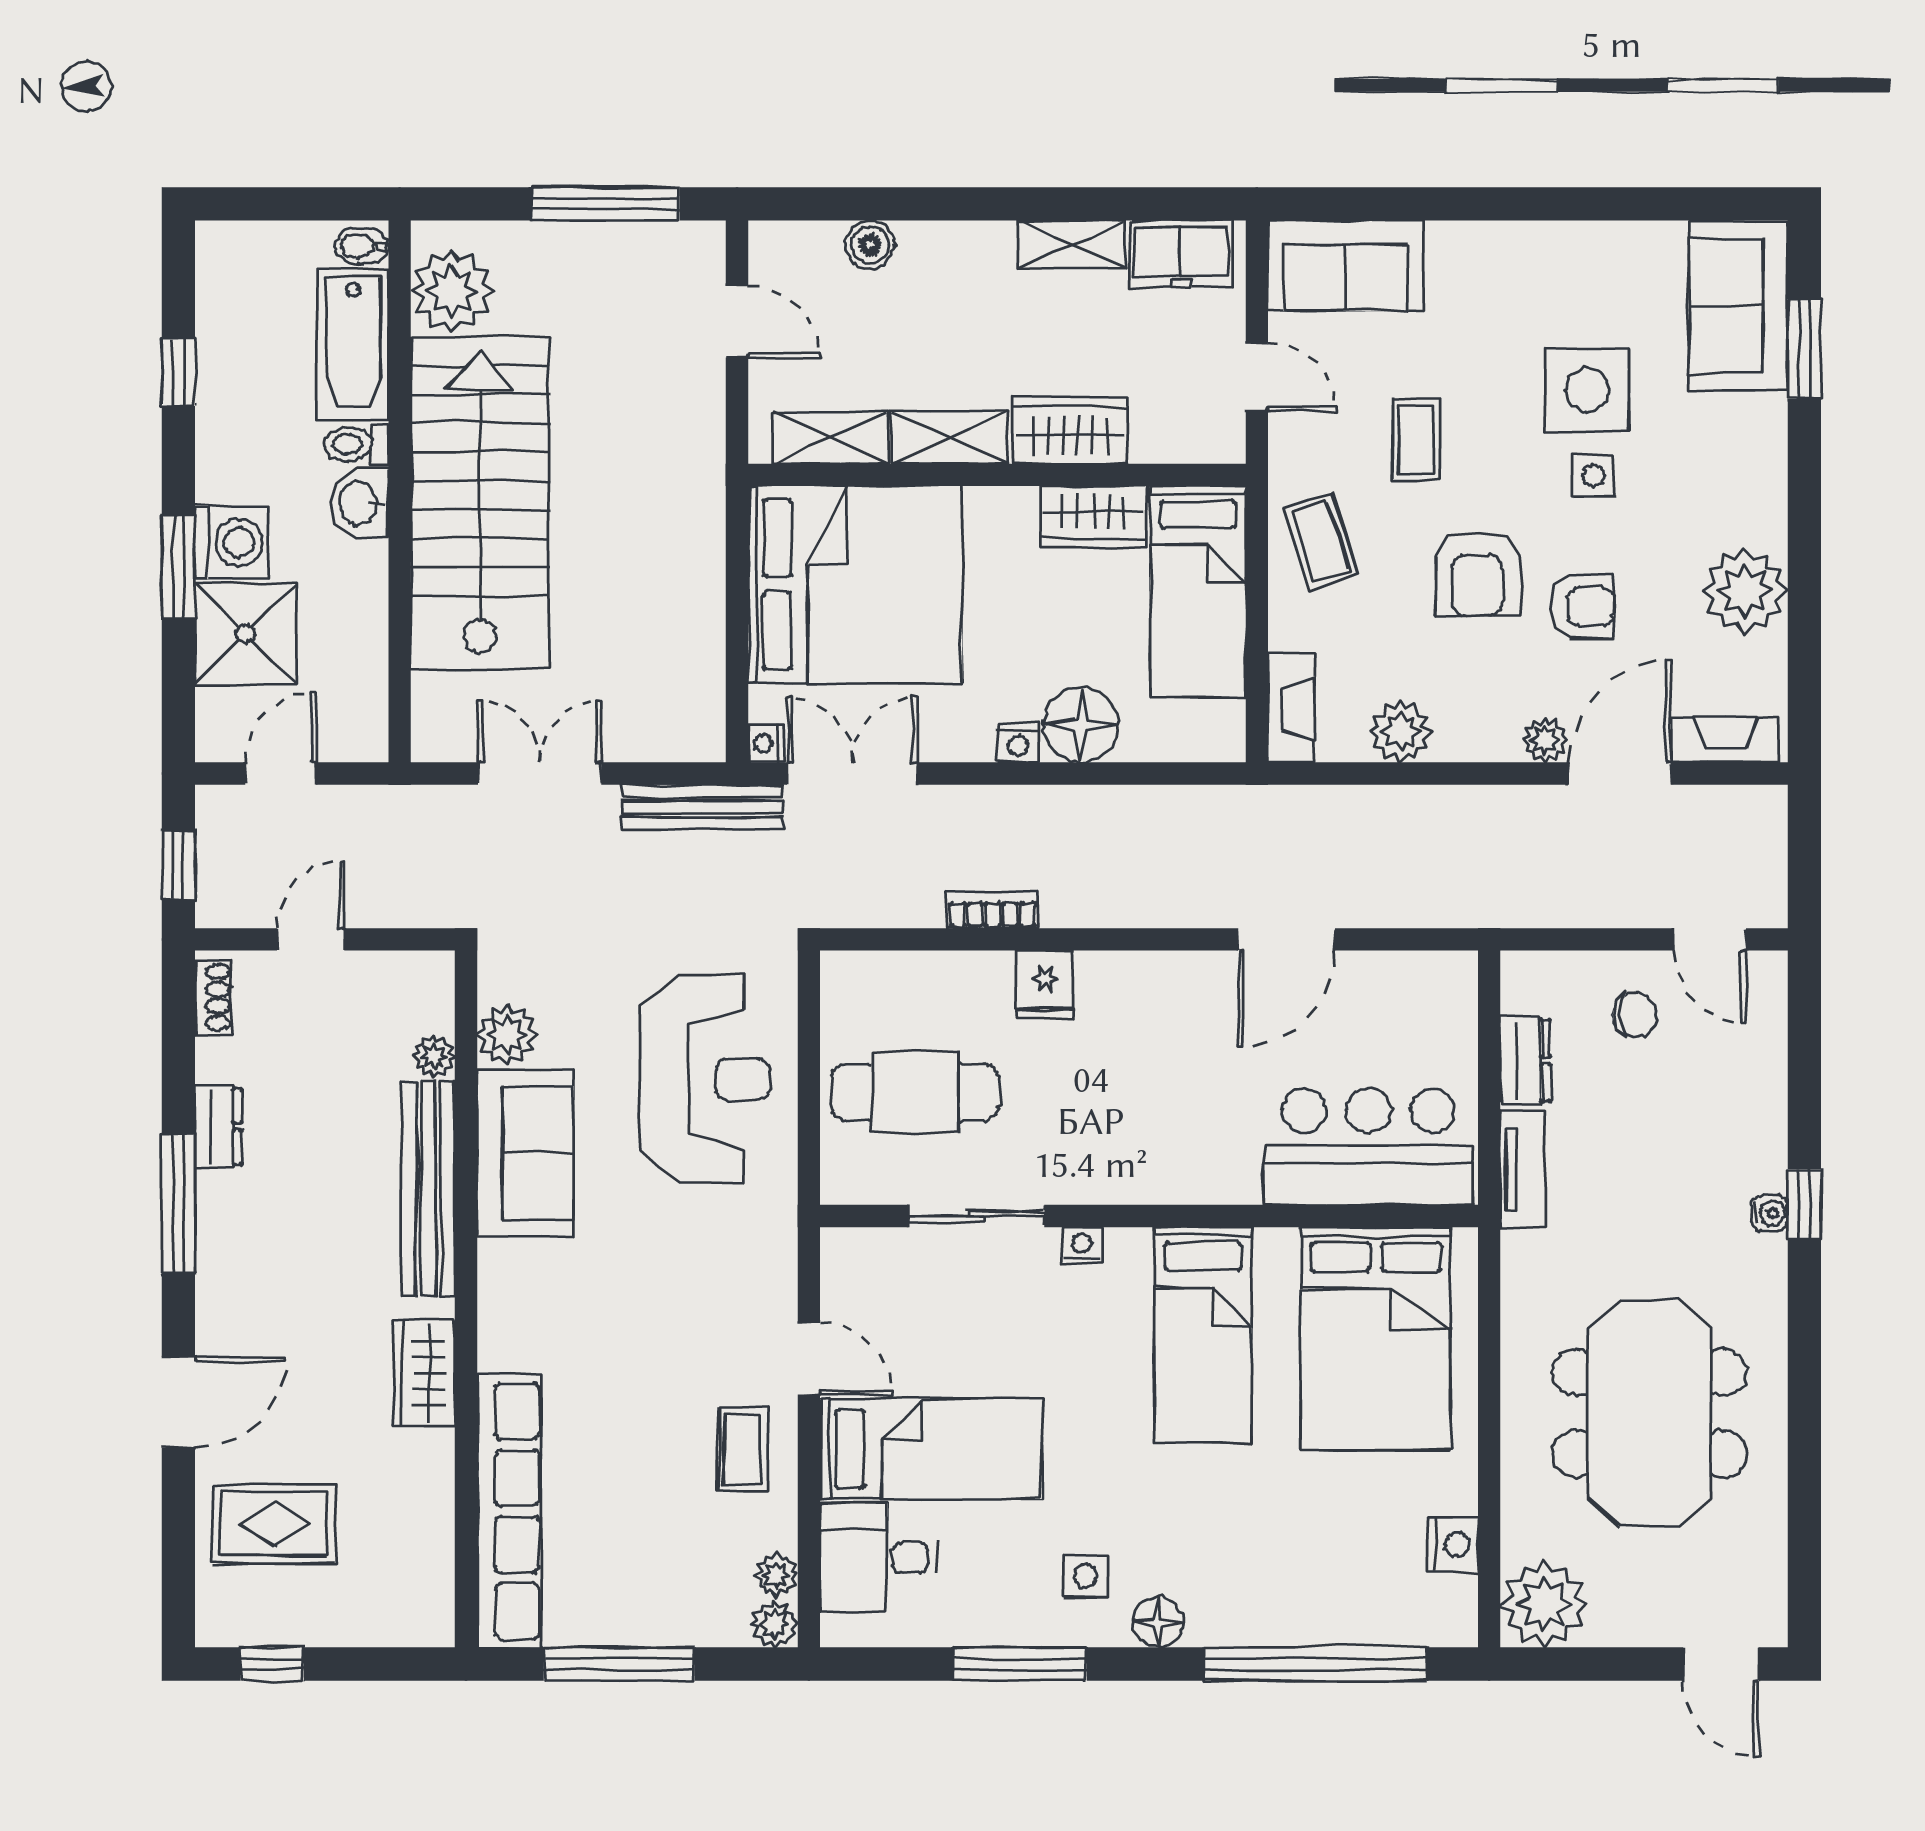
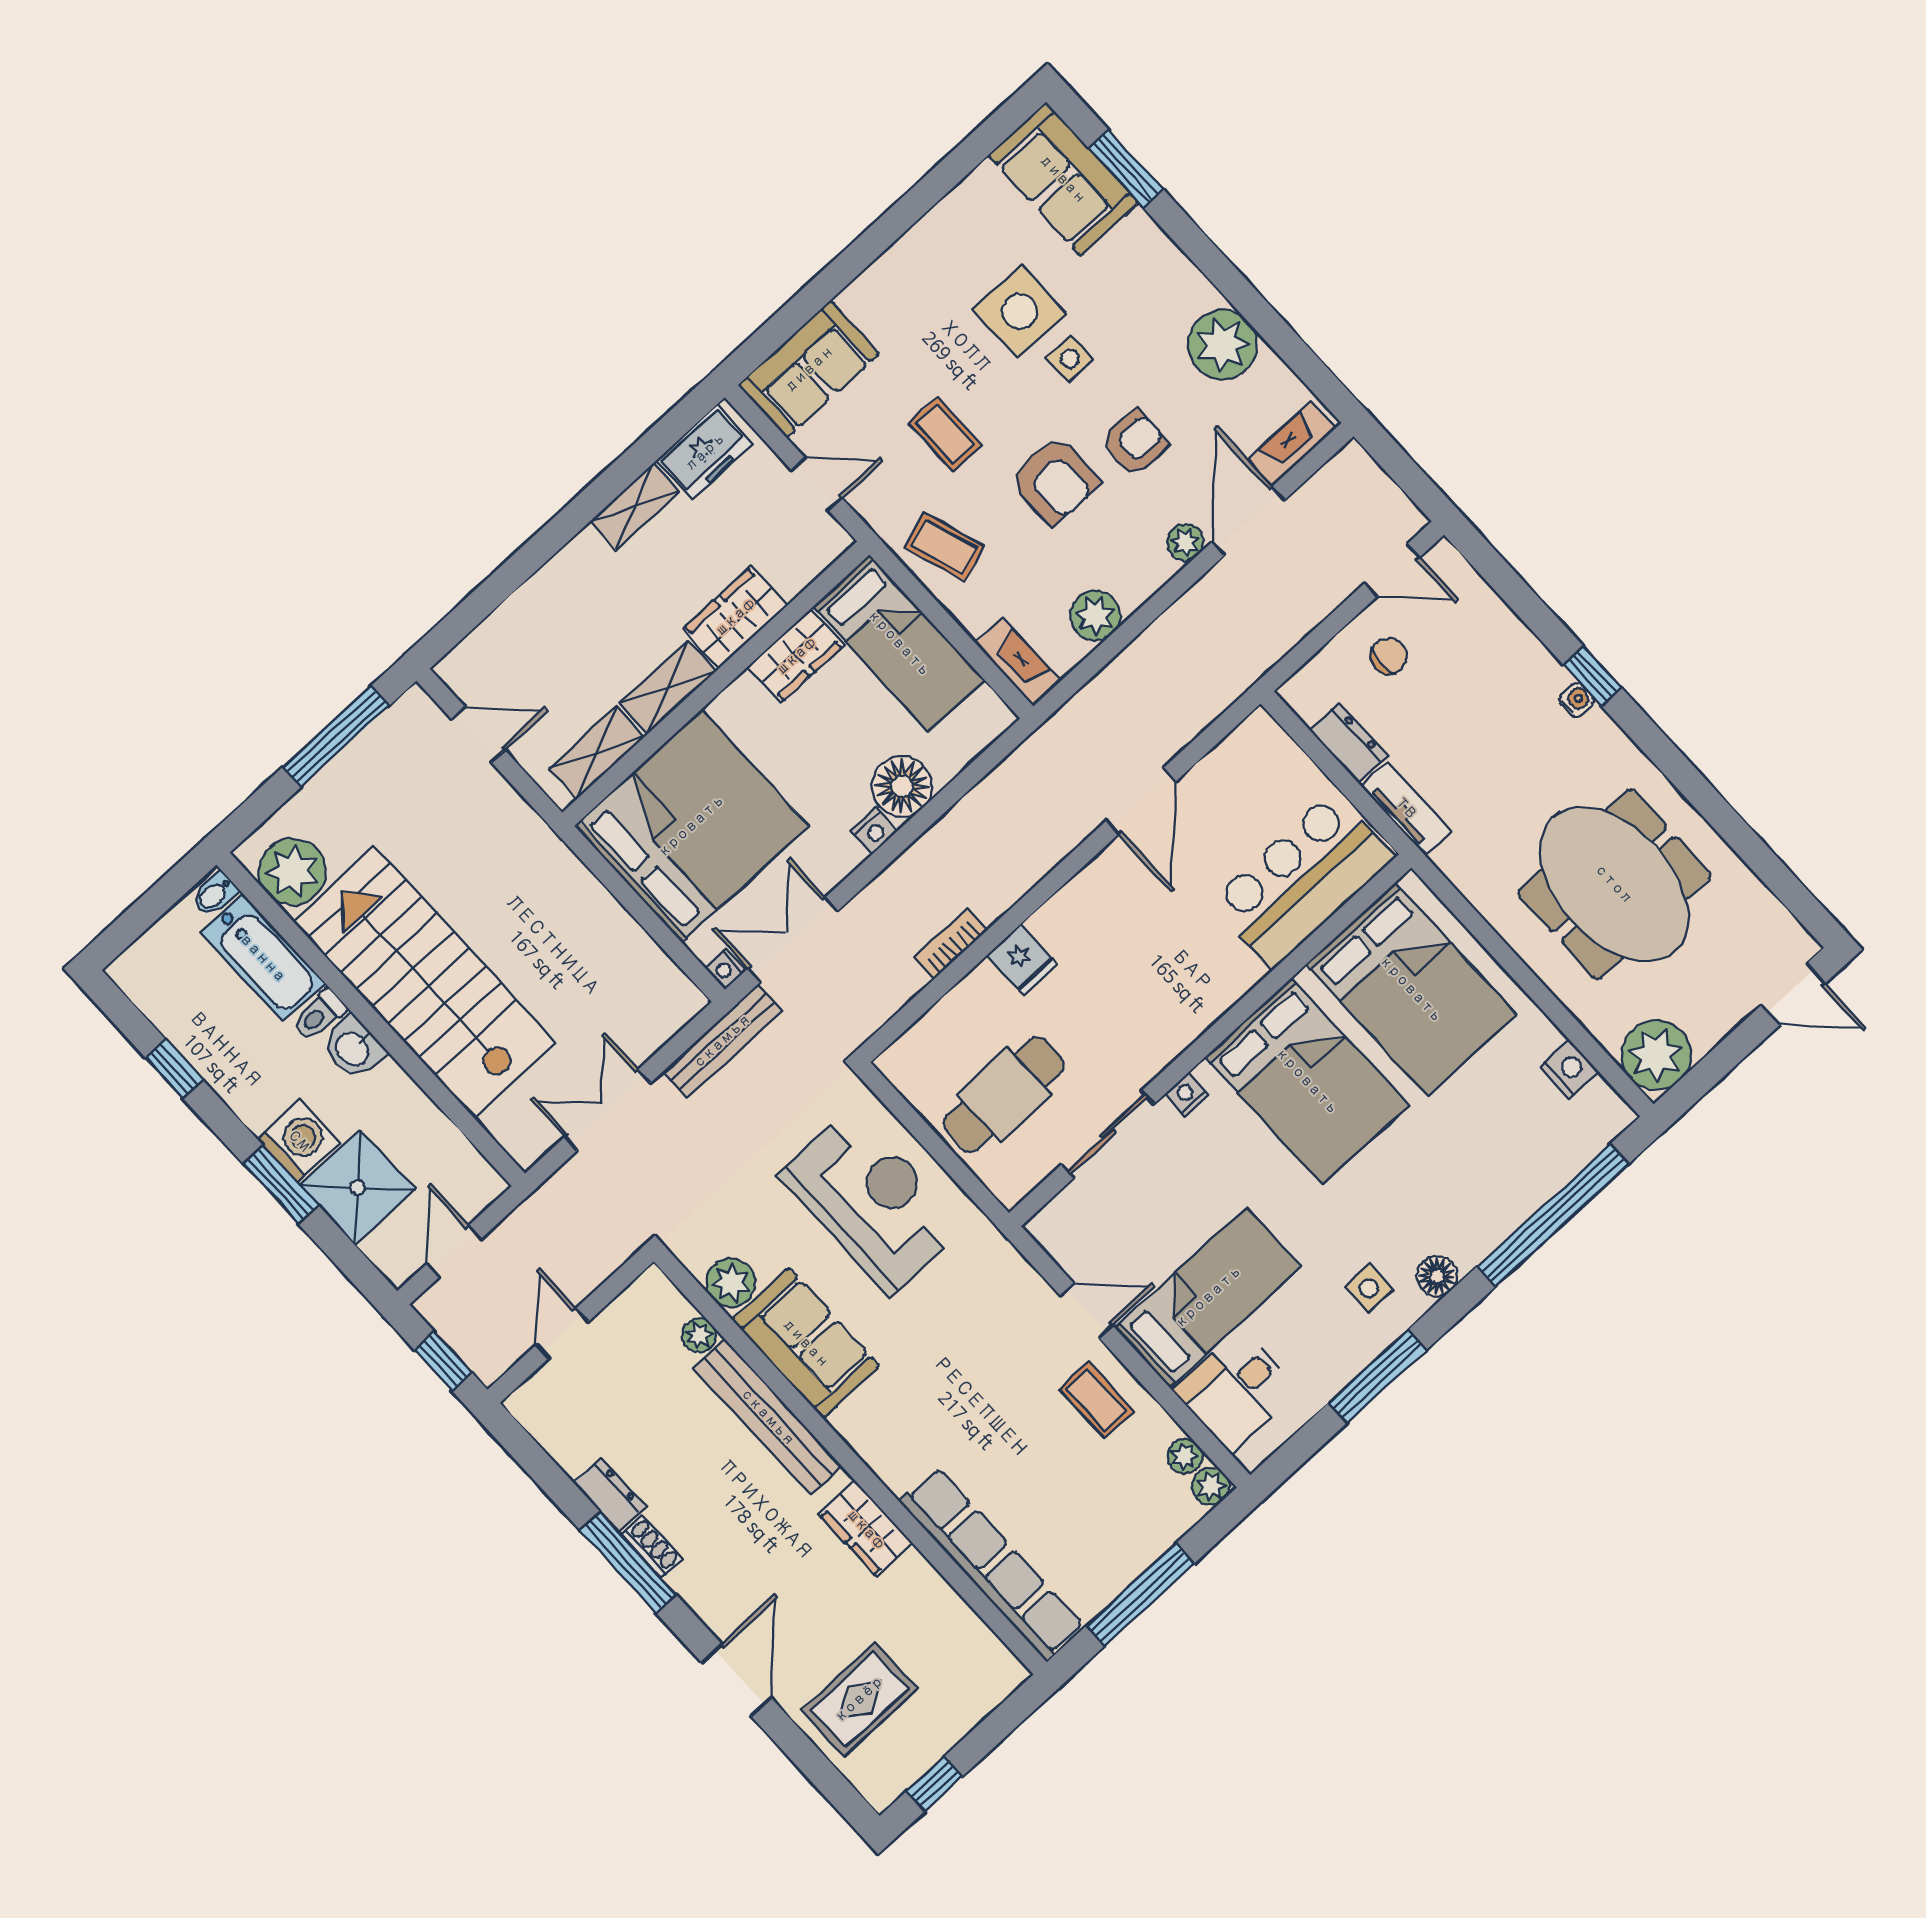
boiler: (870, 245) -> (515, 617), removed
shoe rack: (213, 997) -> (652, 1547), moved
bed: (1203, 1335) -> (1307, 1081), width x1.50

